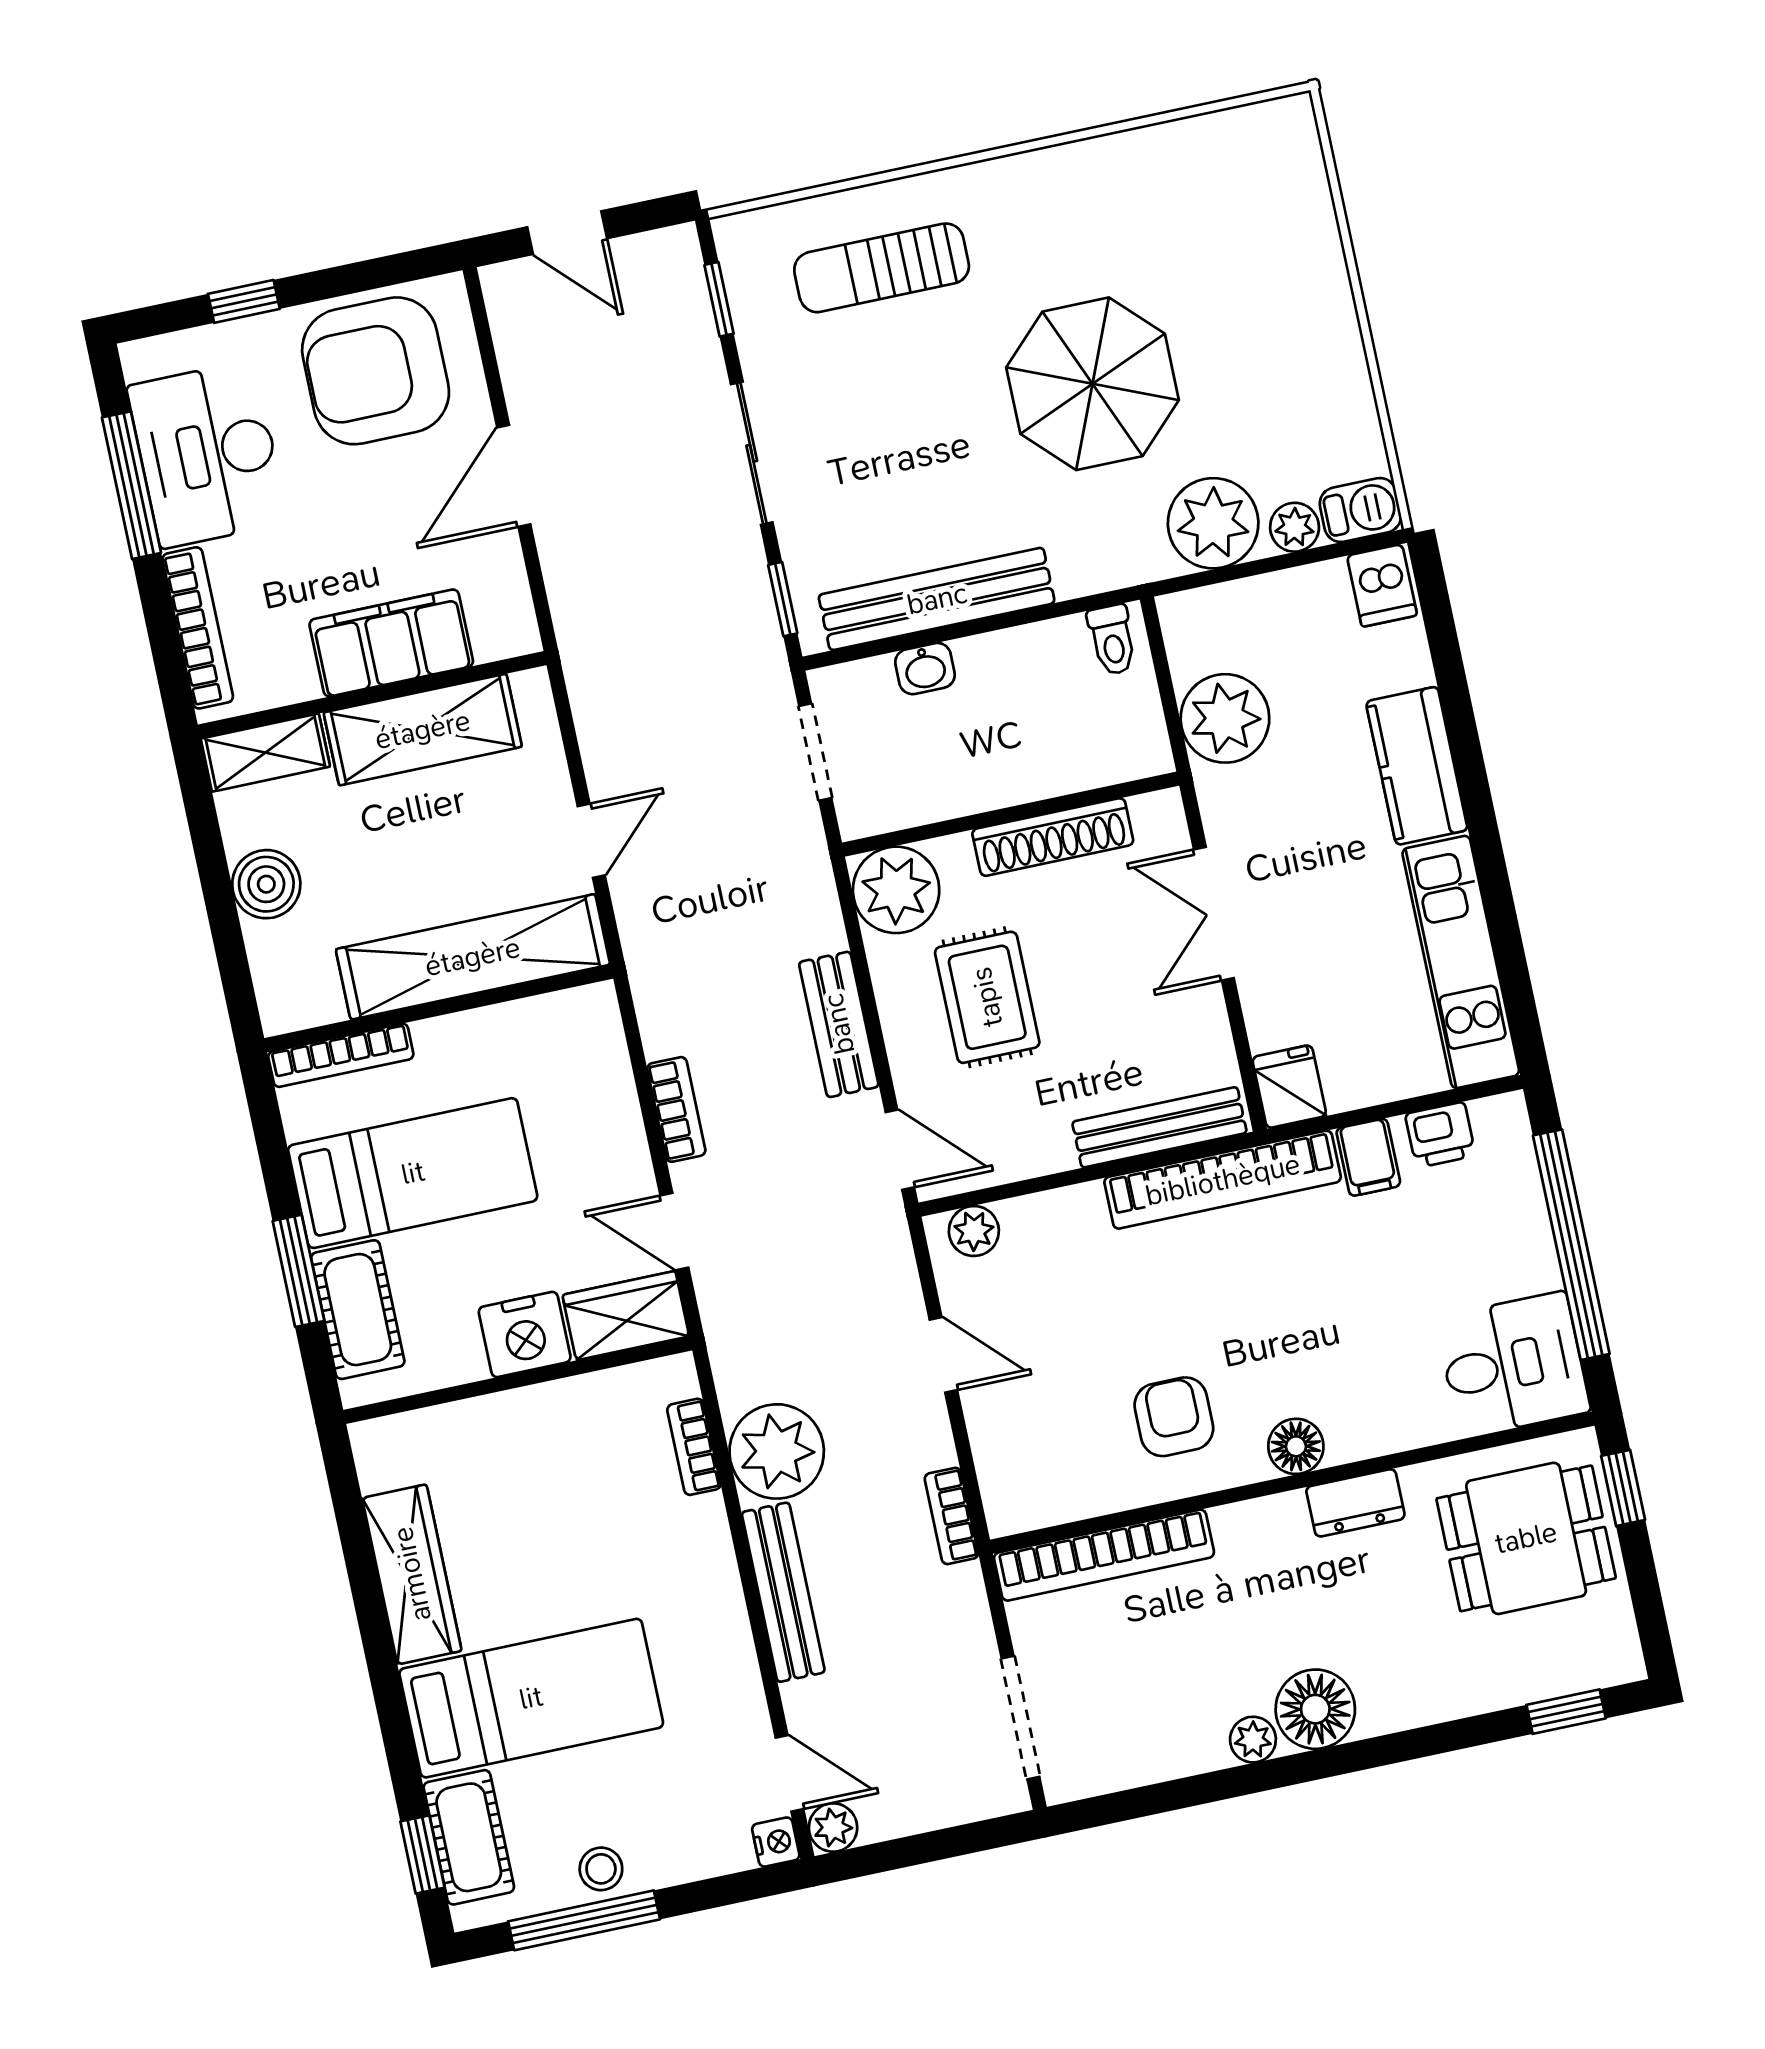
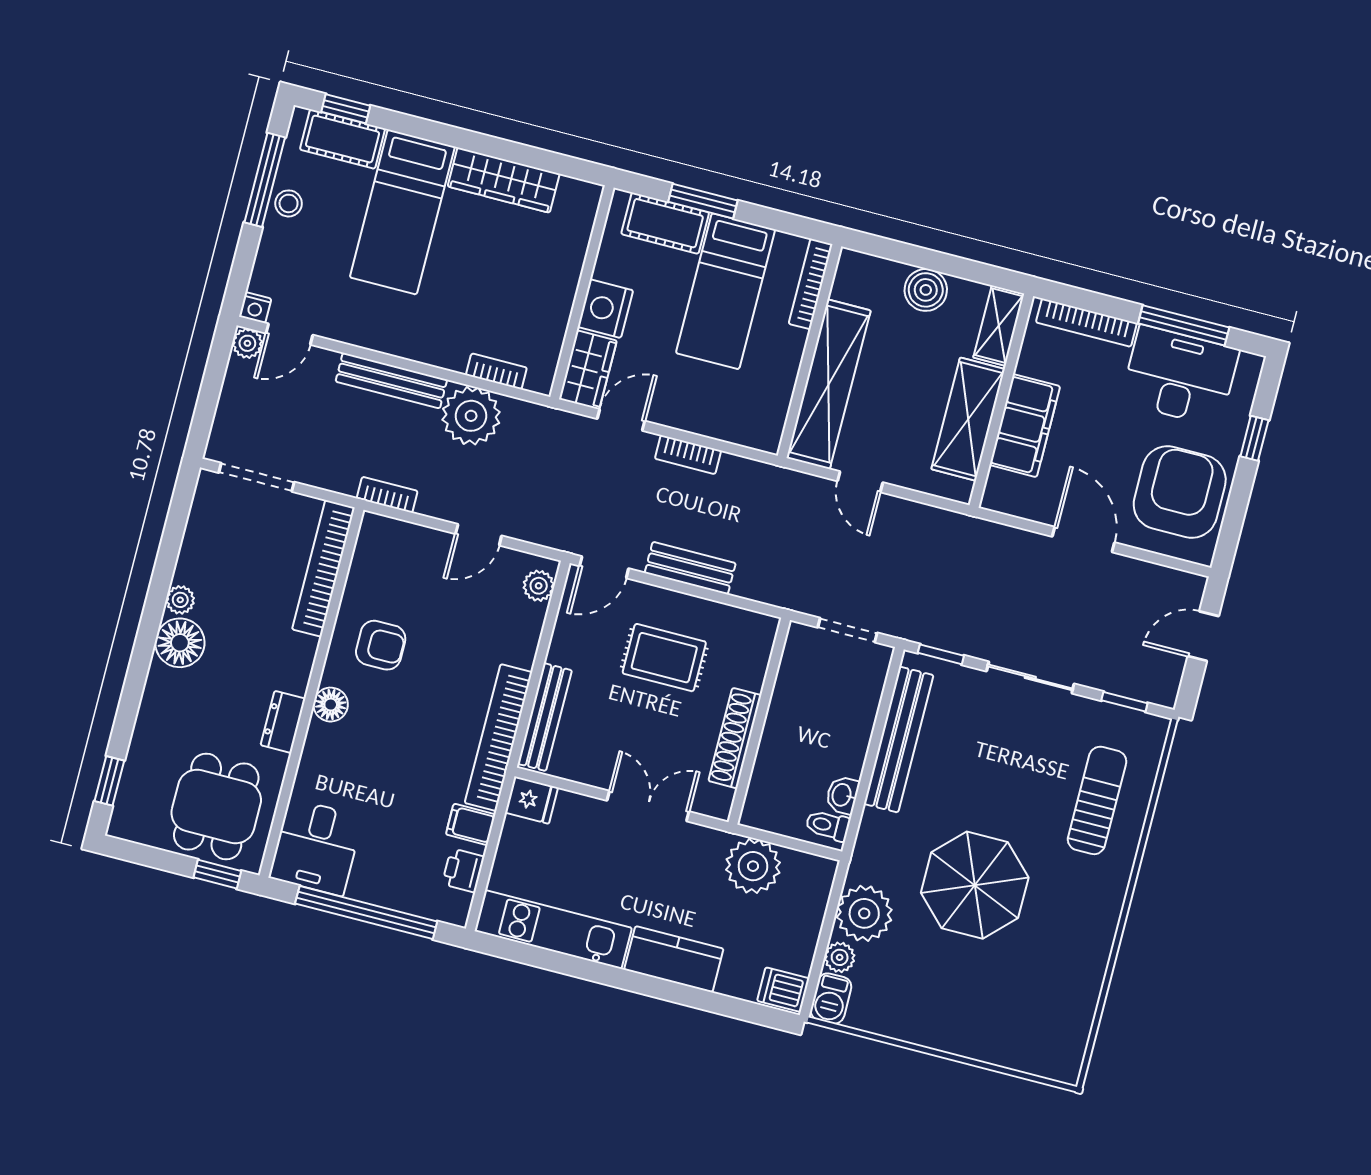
washbasin: (925, 669) -> (842, 795), moved
plant: (896, 890) -> (749, 637), removed

